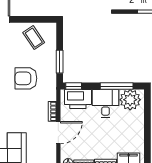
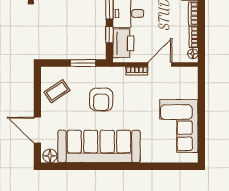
window: (74, 86) -> (109, 35), moved
door: (58, 133) -> (160, 64), hinge flipped

